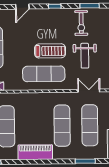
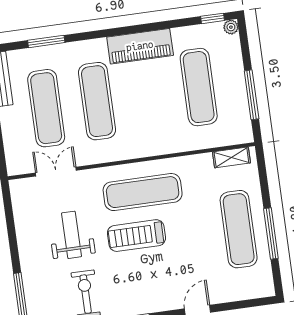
double door: (89, 91) -> (56, 172), swing flipped

